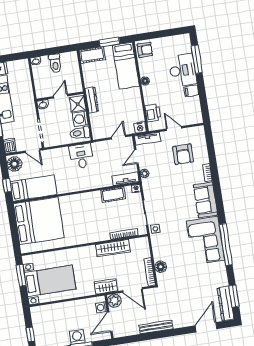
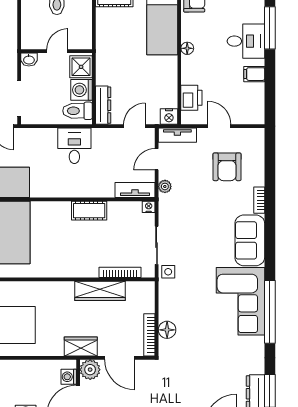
desk: (183, 70) -> (246, 41), width x0.73
dresser: (92, 100) -> (103, 105), moved
cot: (113, 195) -> (89, 211), moved

